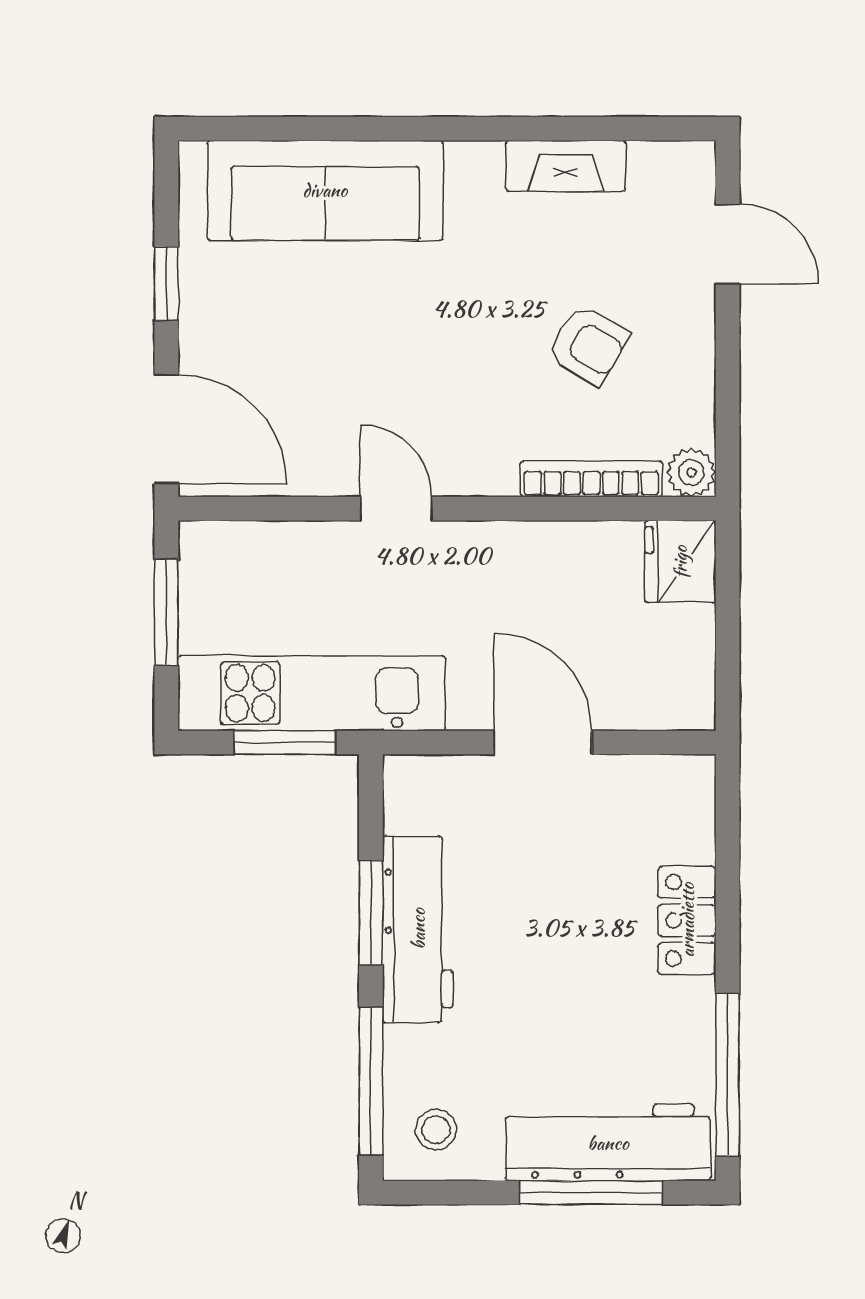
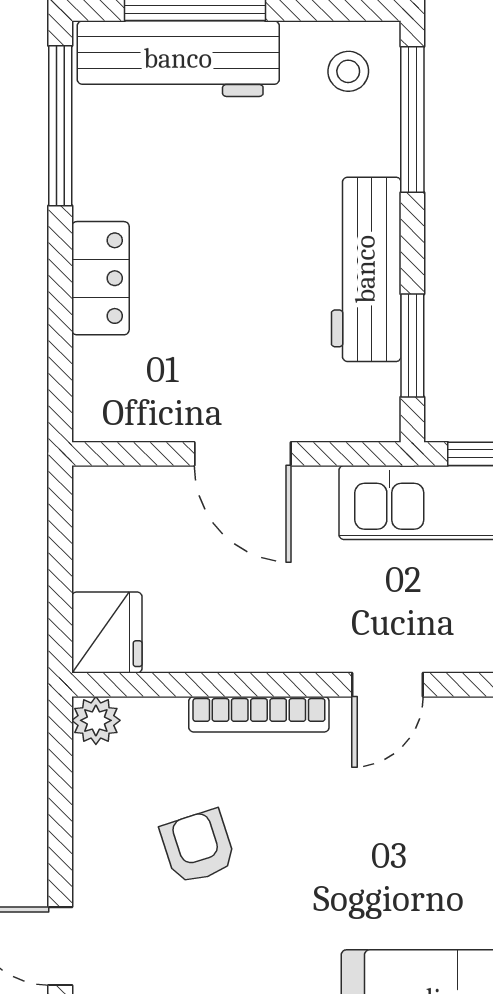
armchair: (588, 345) -> (198, 847), turned 41
bookcase: (591, 479) -> (259, 714), moved
door: (396, 509) -> (388, 685), hinge flipped
window: (371, 913) -> (412, 346), moved

